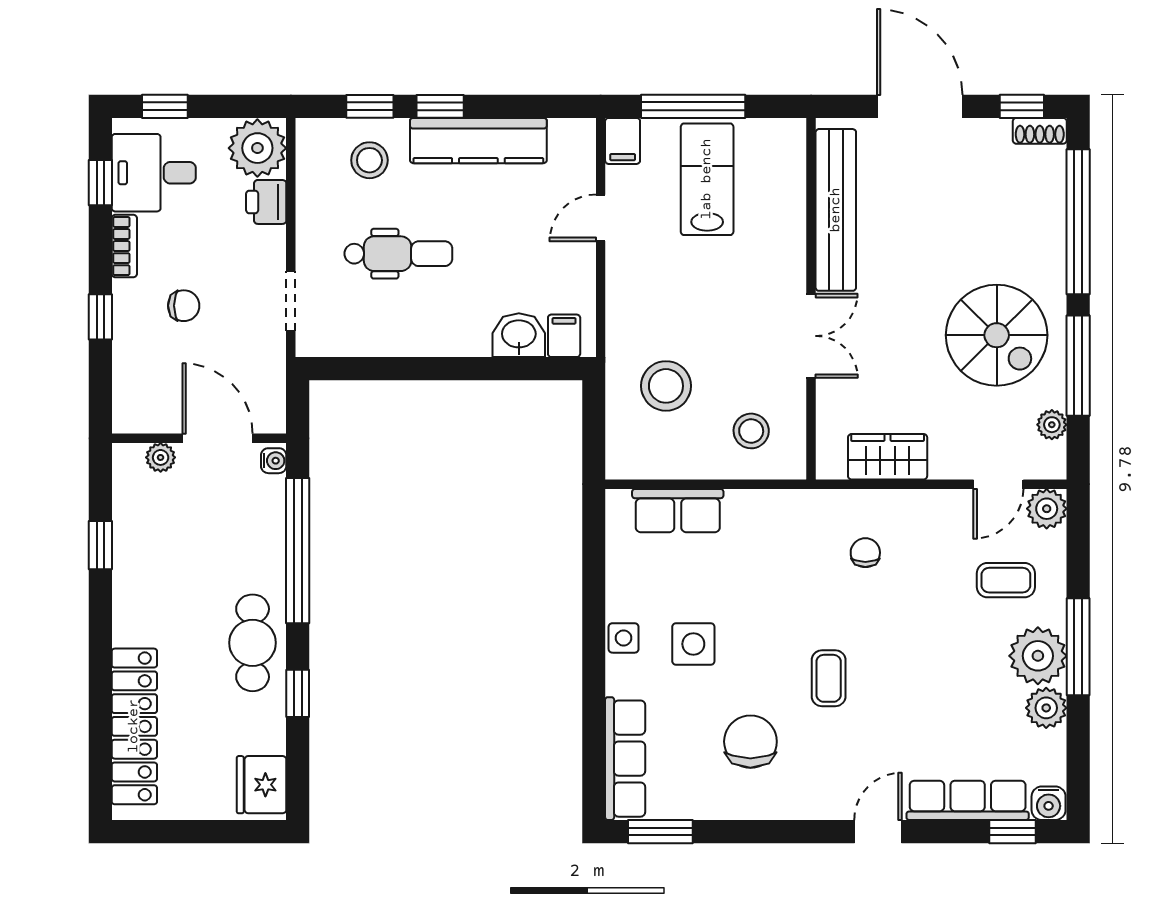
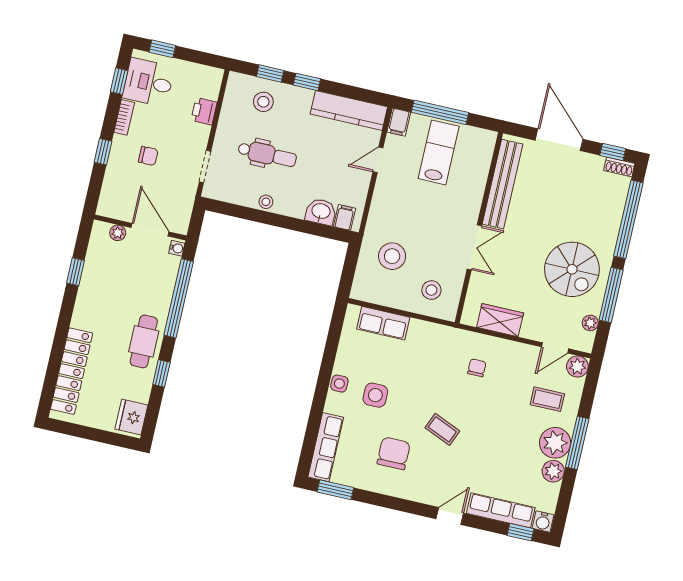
kitchen counter: (478, 141) -> (349, 110), moved
plant: (257, 148) -> (206, 82), removed
stool: (416, 340) -> (266, 202), added
coffee table: (829, 678) -> (442, 429), turned -67

